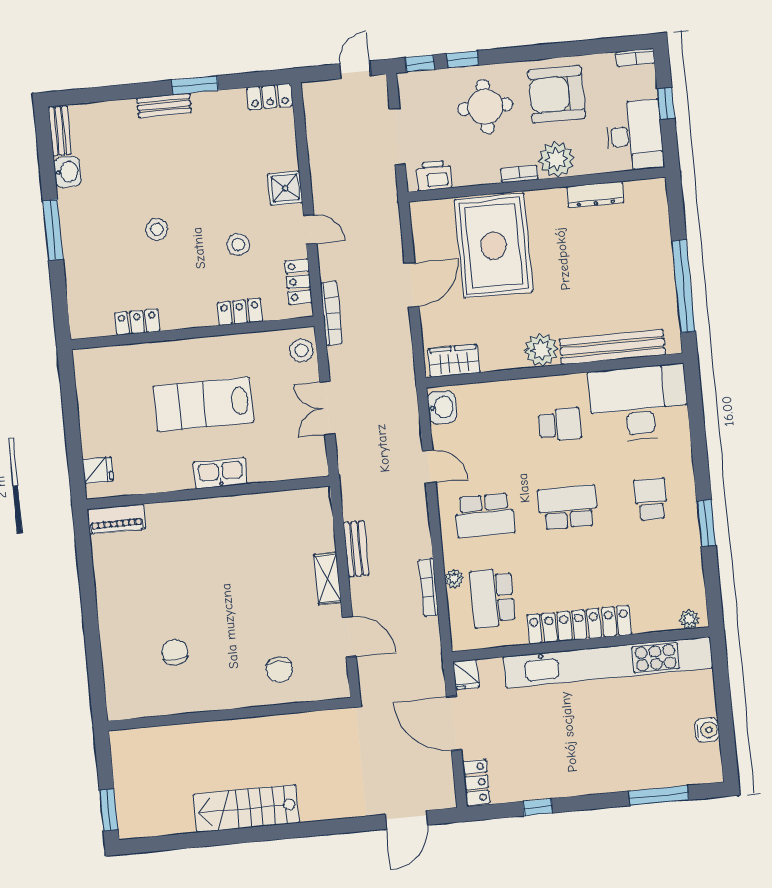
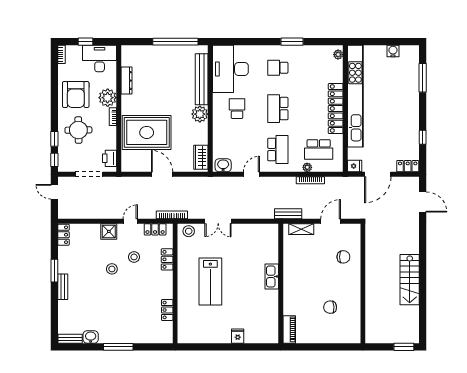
stool: (157, 229) -> (112, 269), moved
kitchen sink: (220, 473) -> (272, 276), moved
wall: (208, 493) -> (281, 283), moved
piano: (116, 519) -> (289, 329), moved

